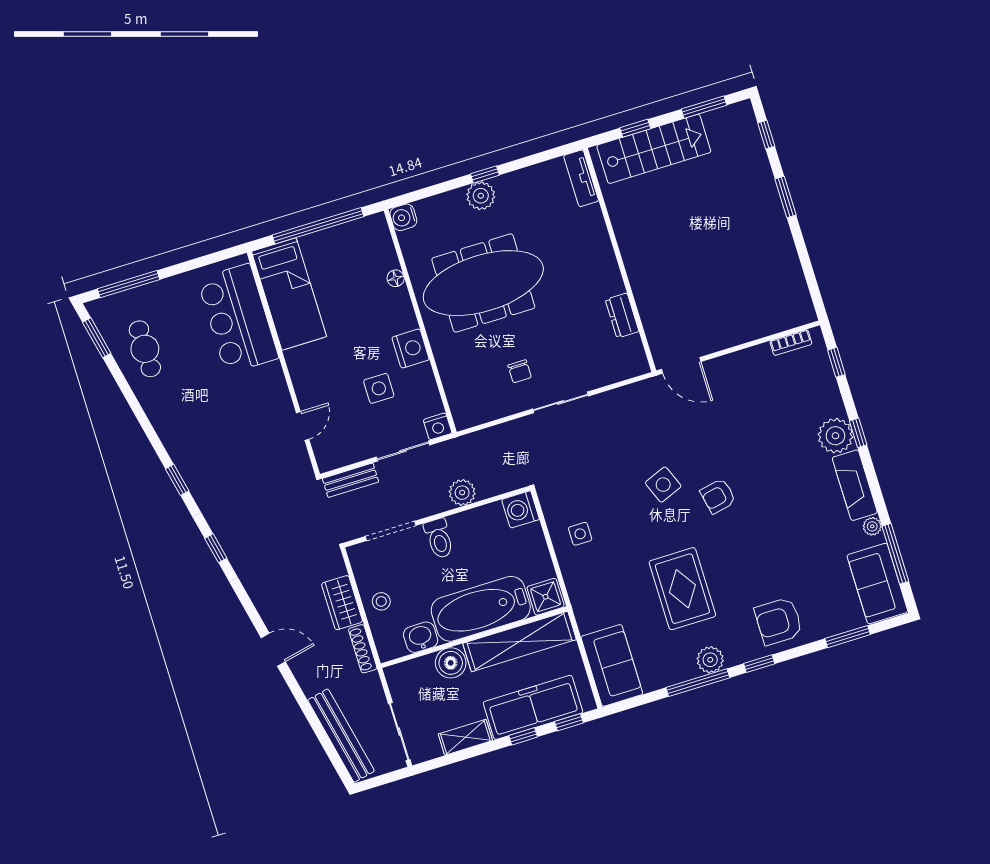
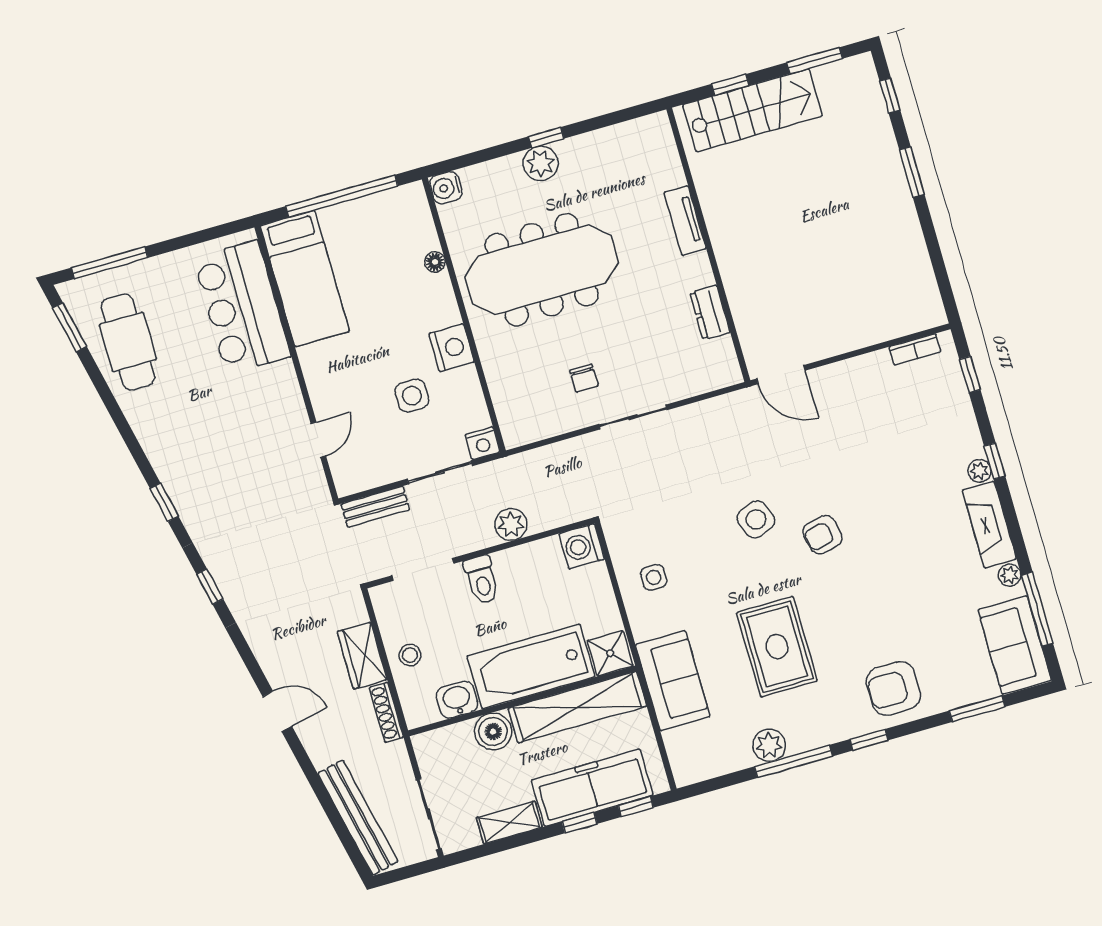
tv unit: (581, 178) -> (685, 221), moved
cafe table: (145, 349) -> (128, 342), width x1.37, depth x1.35
plant: (835, 436) -> (979, 471), width x0.53, depth x0.53
plant: (710, 660) -> (769, 745), moved
sofa: (612, 665) -> (673, 681), moved

